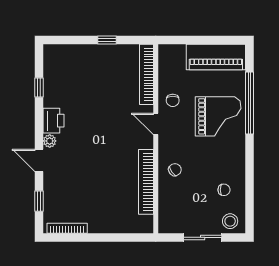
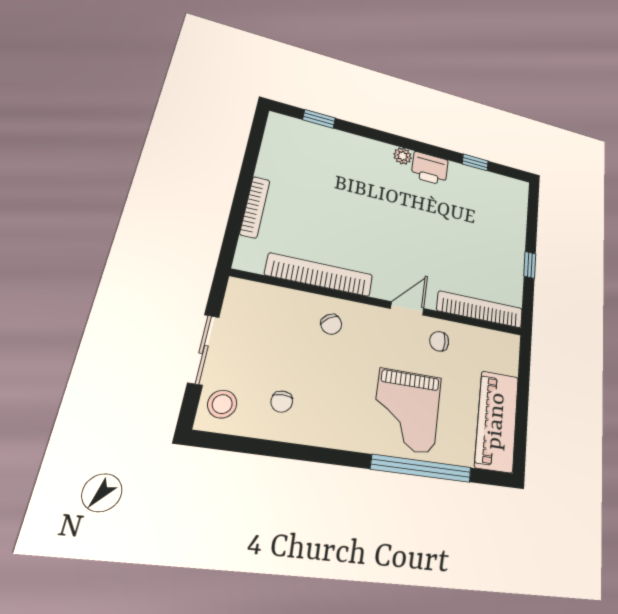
door: (39, 160) -> (378, 135), removed
bookcase: (67, 228) -> (255, 207), moved

